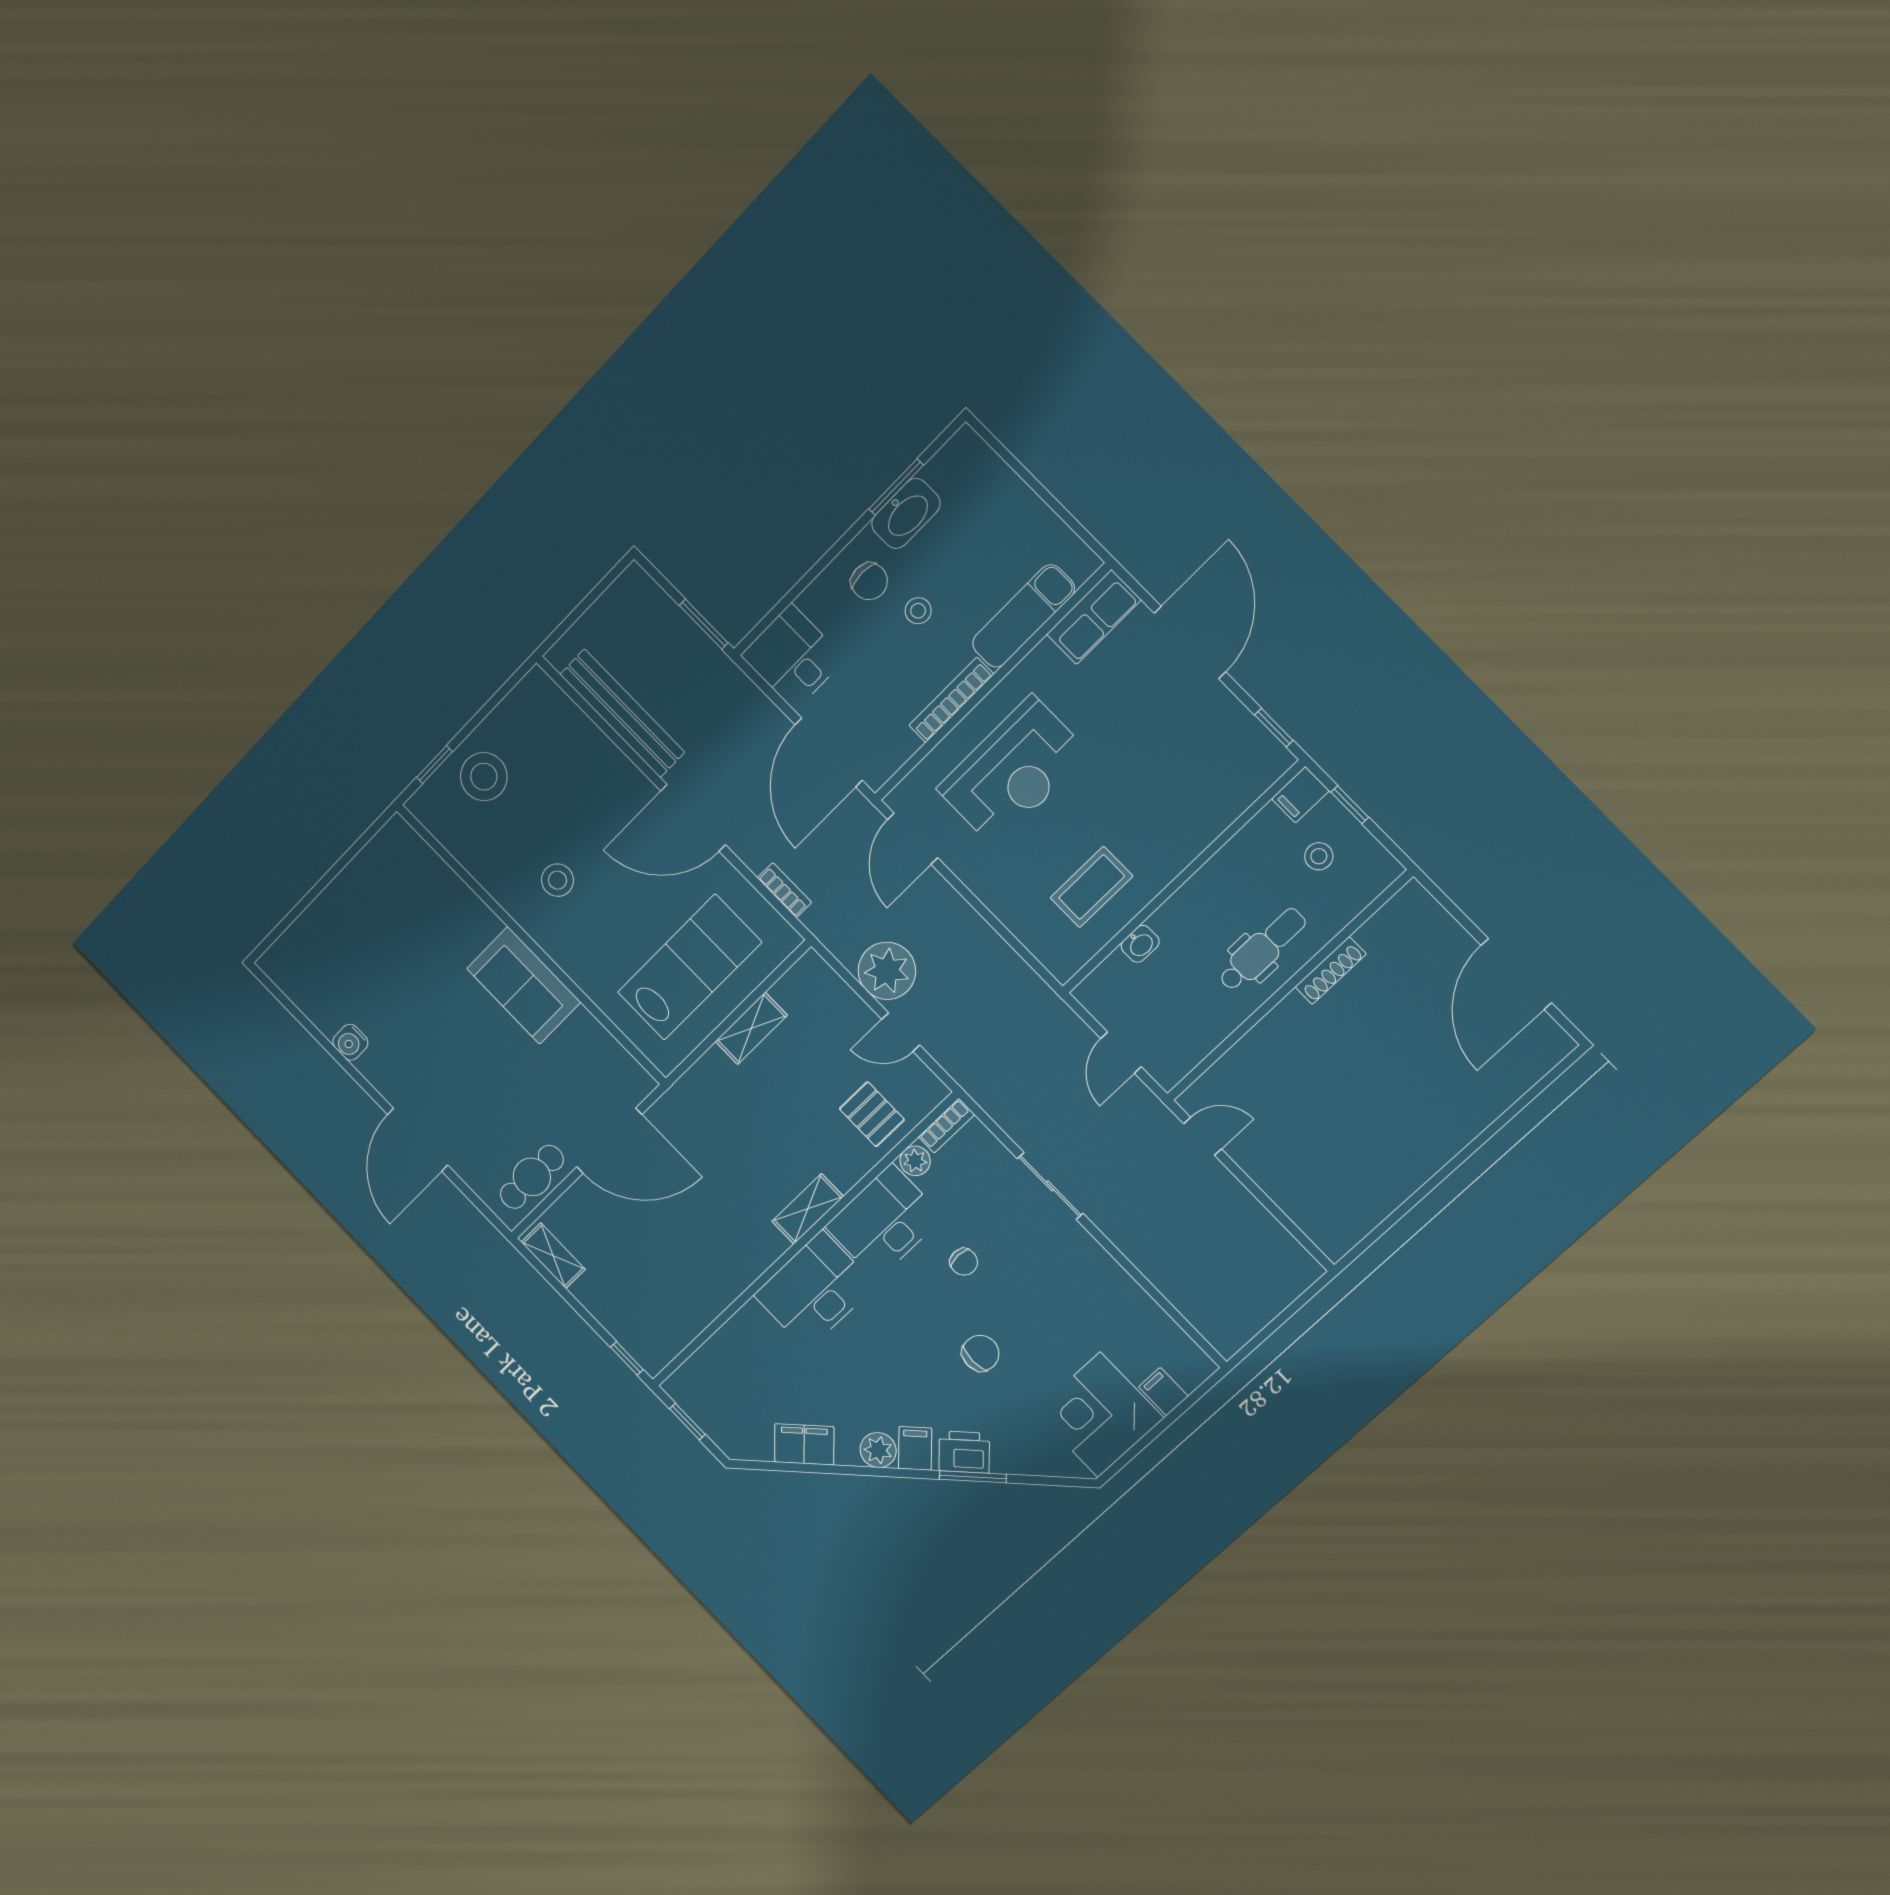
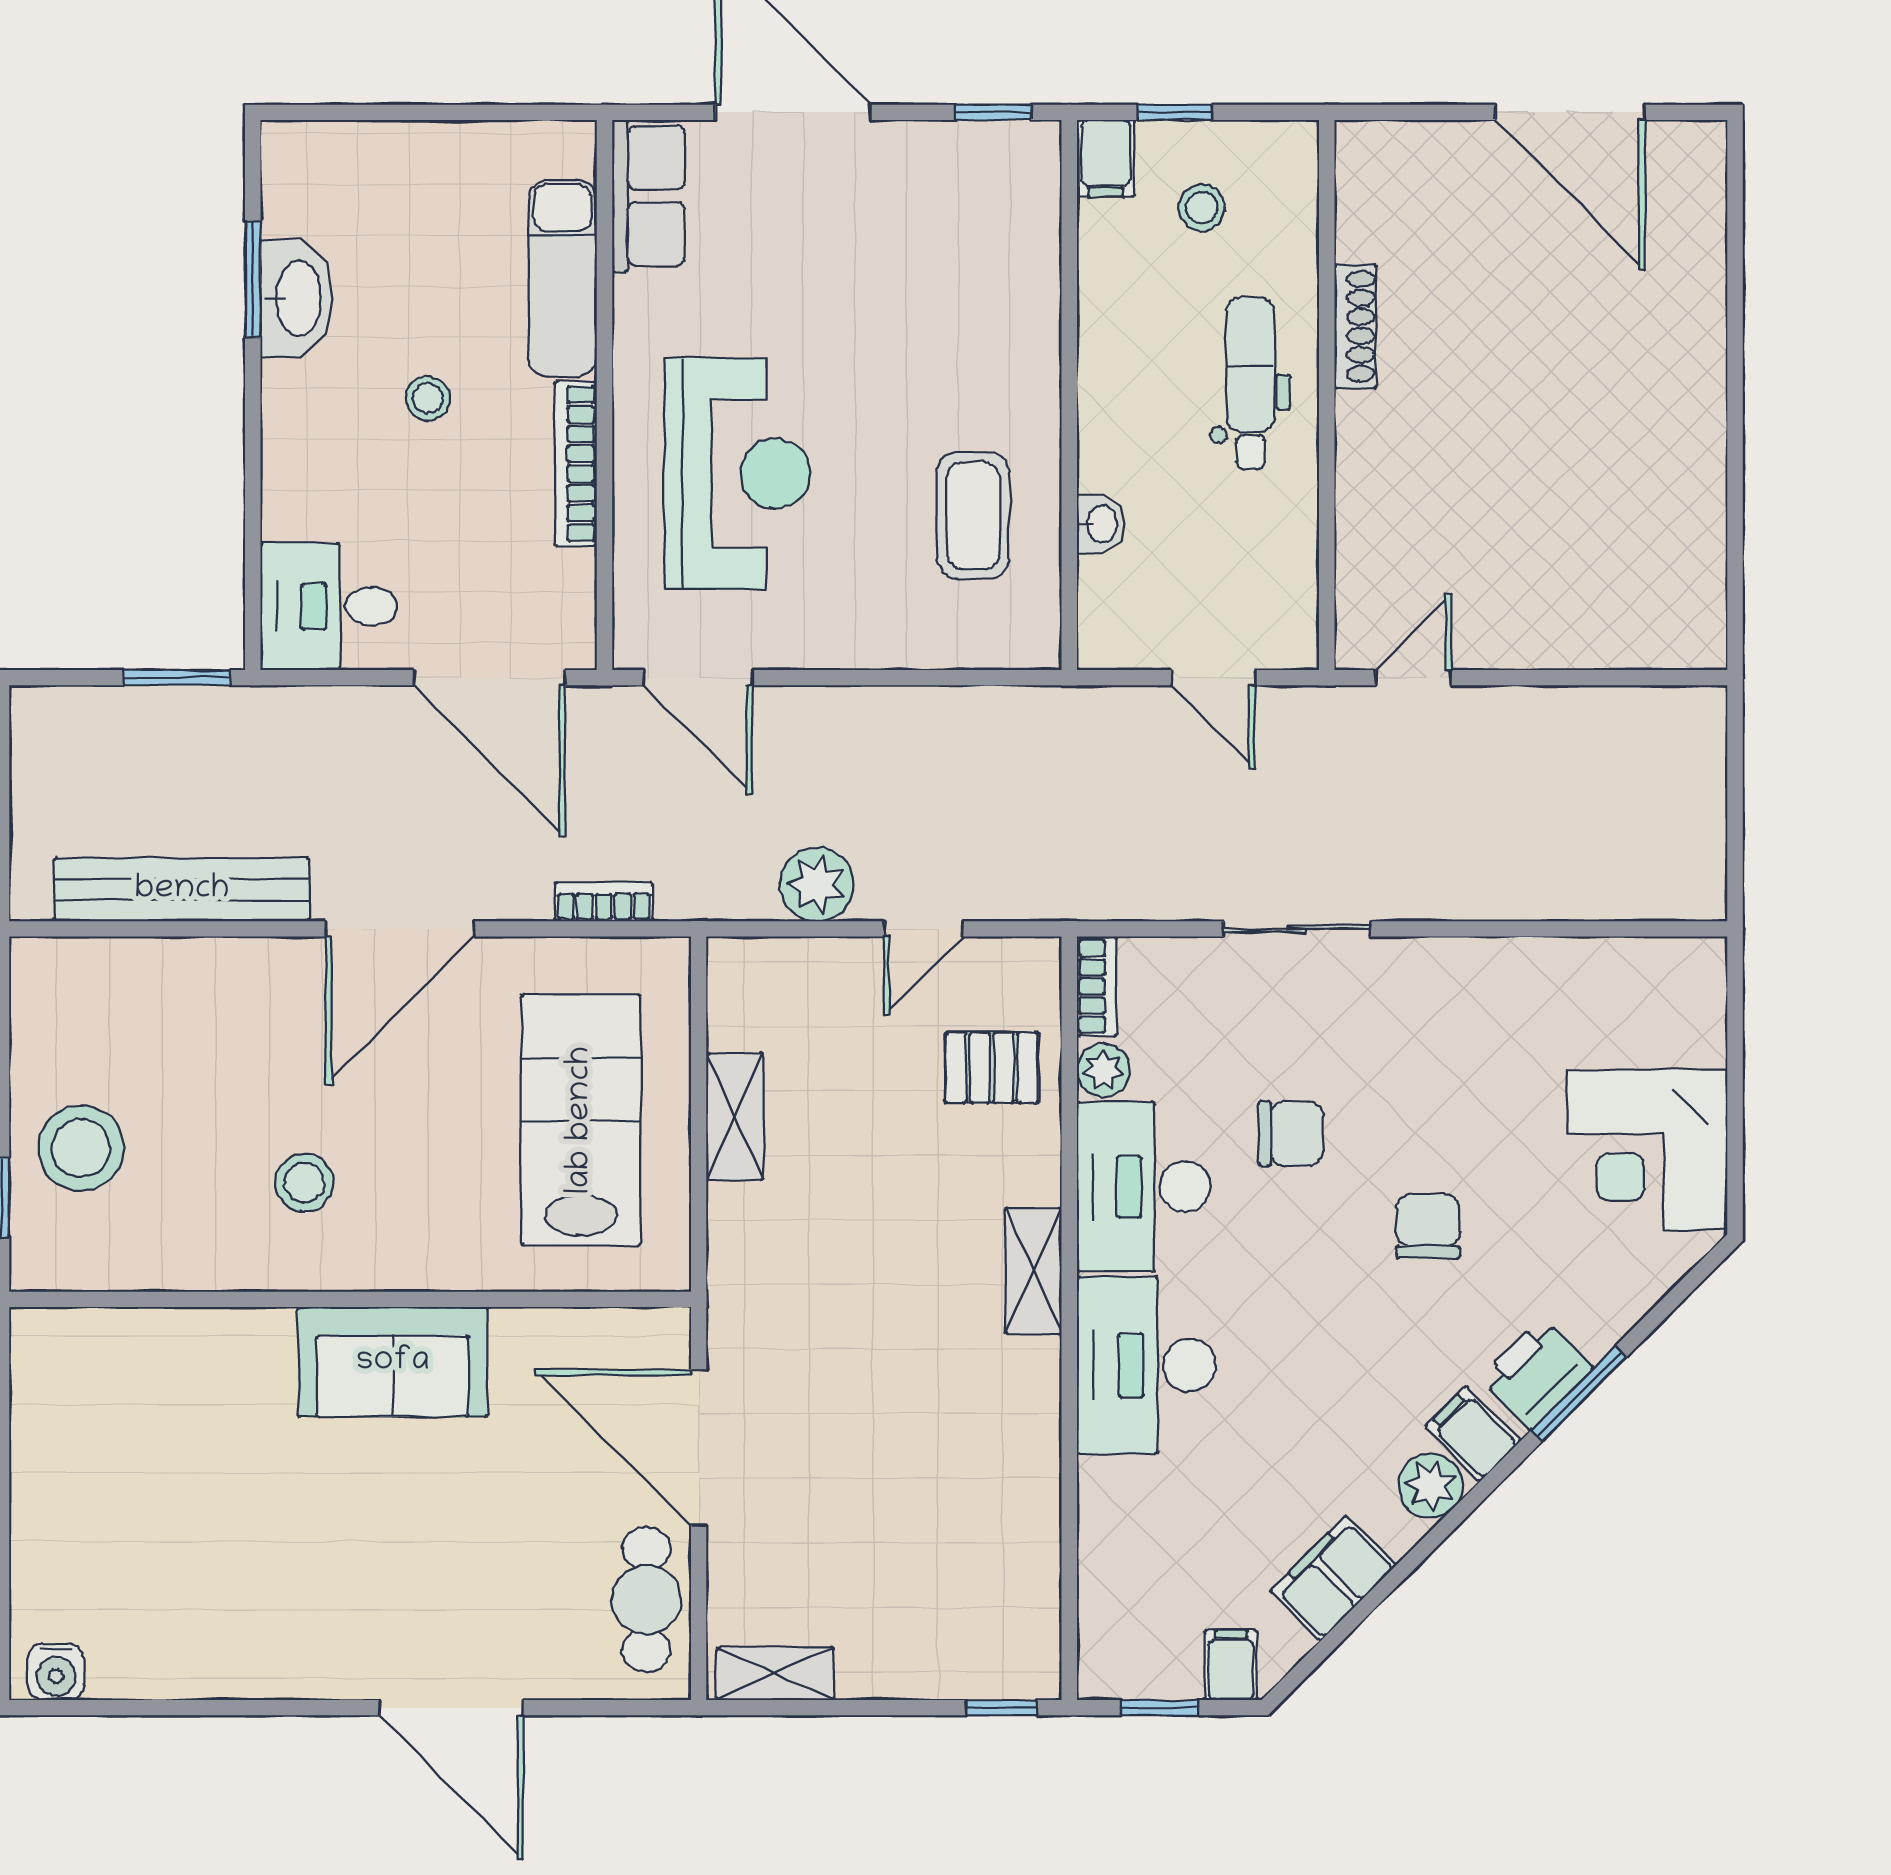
chair: (869, 581) -> (332, 423), removed
plant: (887, 971) -> (817, 884), width x0.73, depth x0.73
water cooler: (350, 1042) -> (56, 1672), moved
door: (609, 1141) -> (699, 1448), swing flipped
chair: (964, 1262) -> (1291, 1134), width x1.37, depth x1.37
filing cabinet: (1163, 1392) -> (1231, 1665), moved, turned 90

